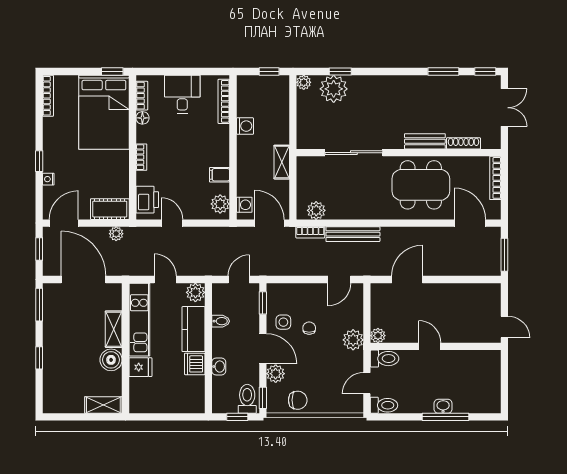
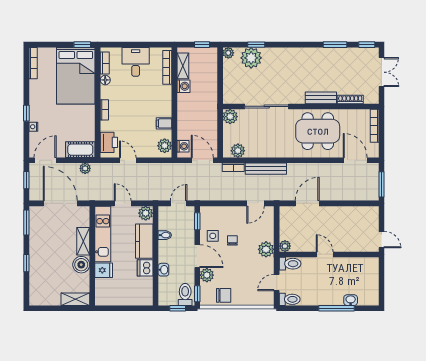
shelving: (282, 162) -> (183, 66), moved
plant: (306, 166) -> (230, 117), added
washbasin: (443, 406) -> (351, 300), moved

